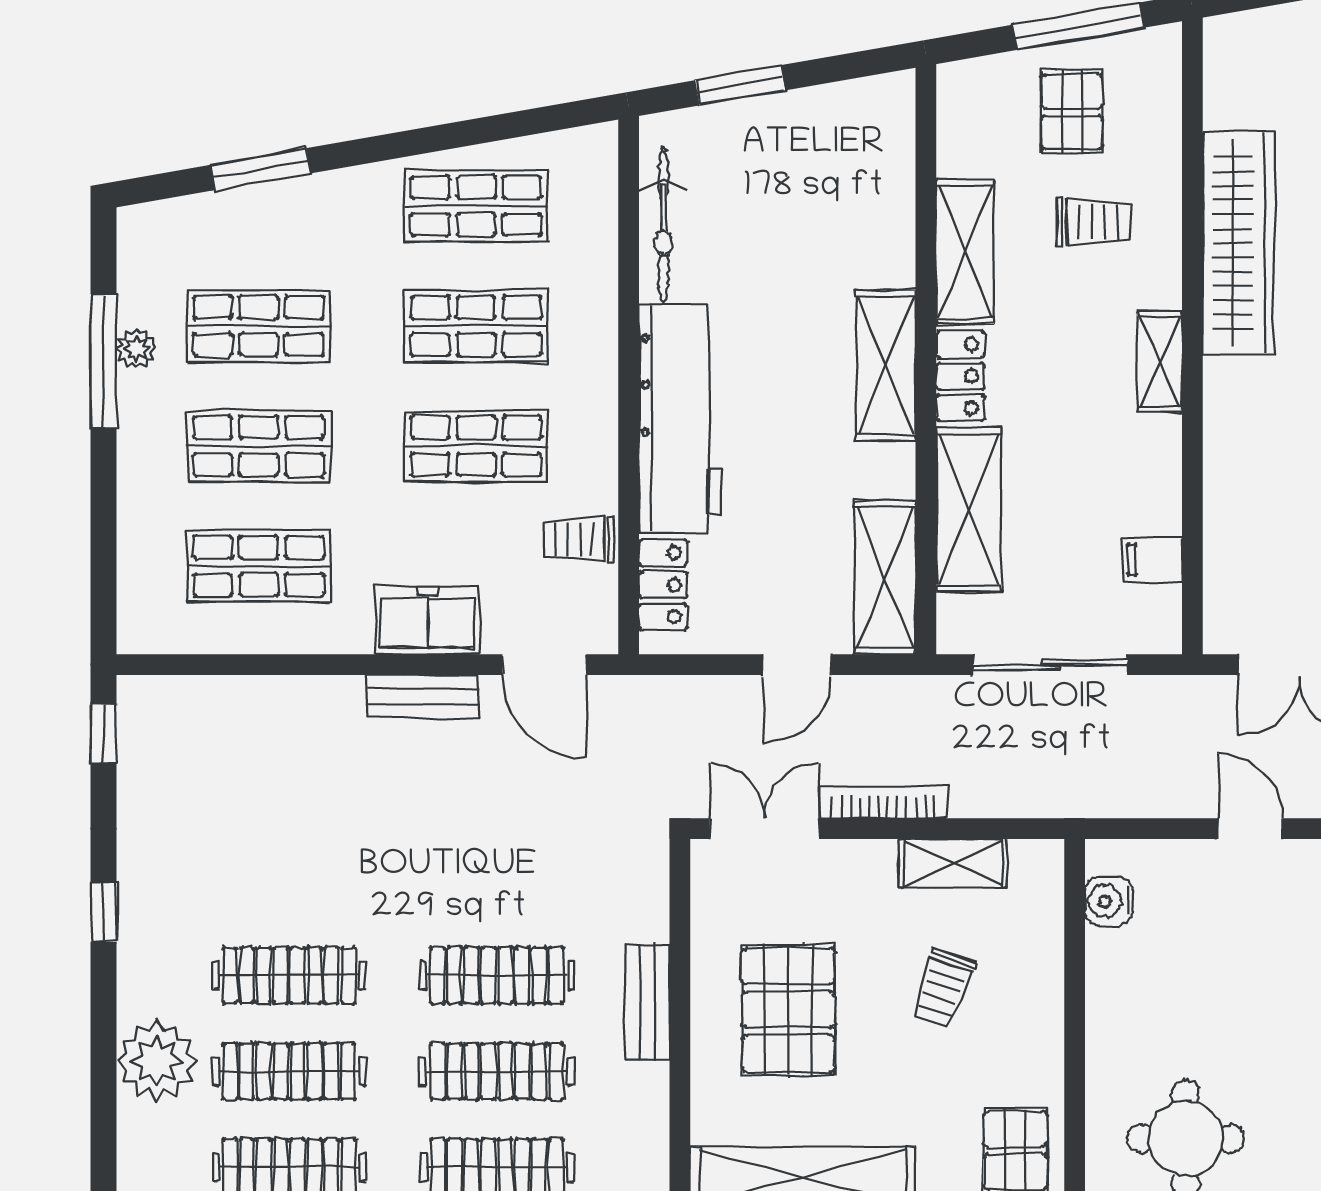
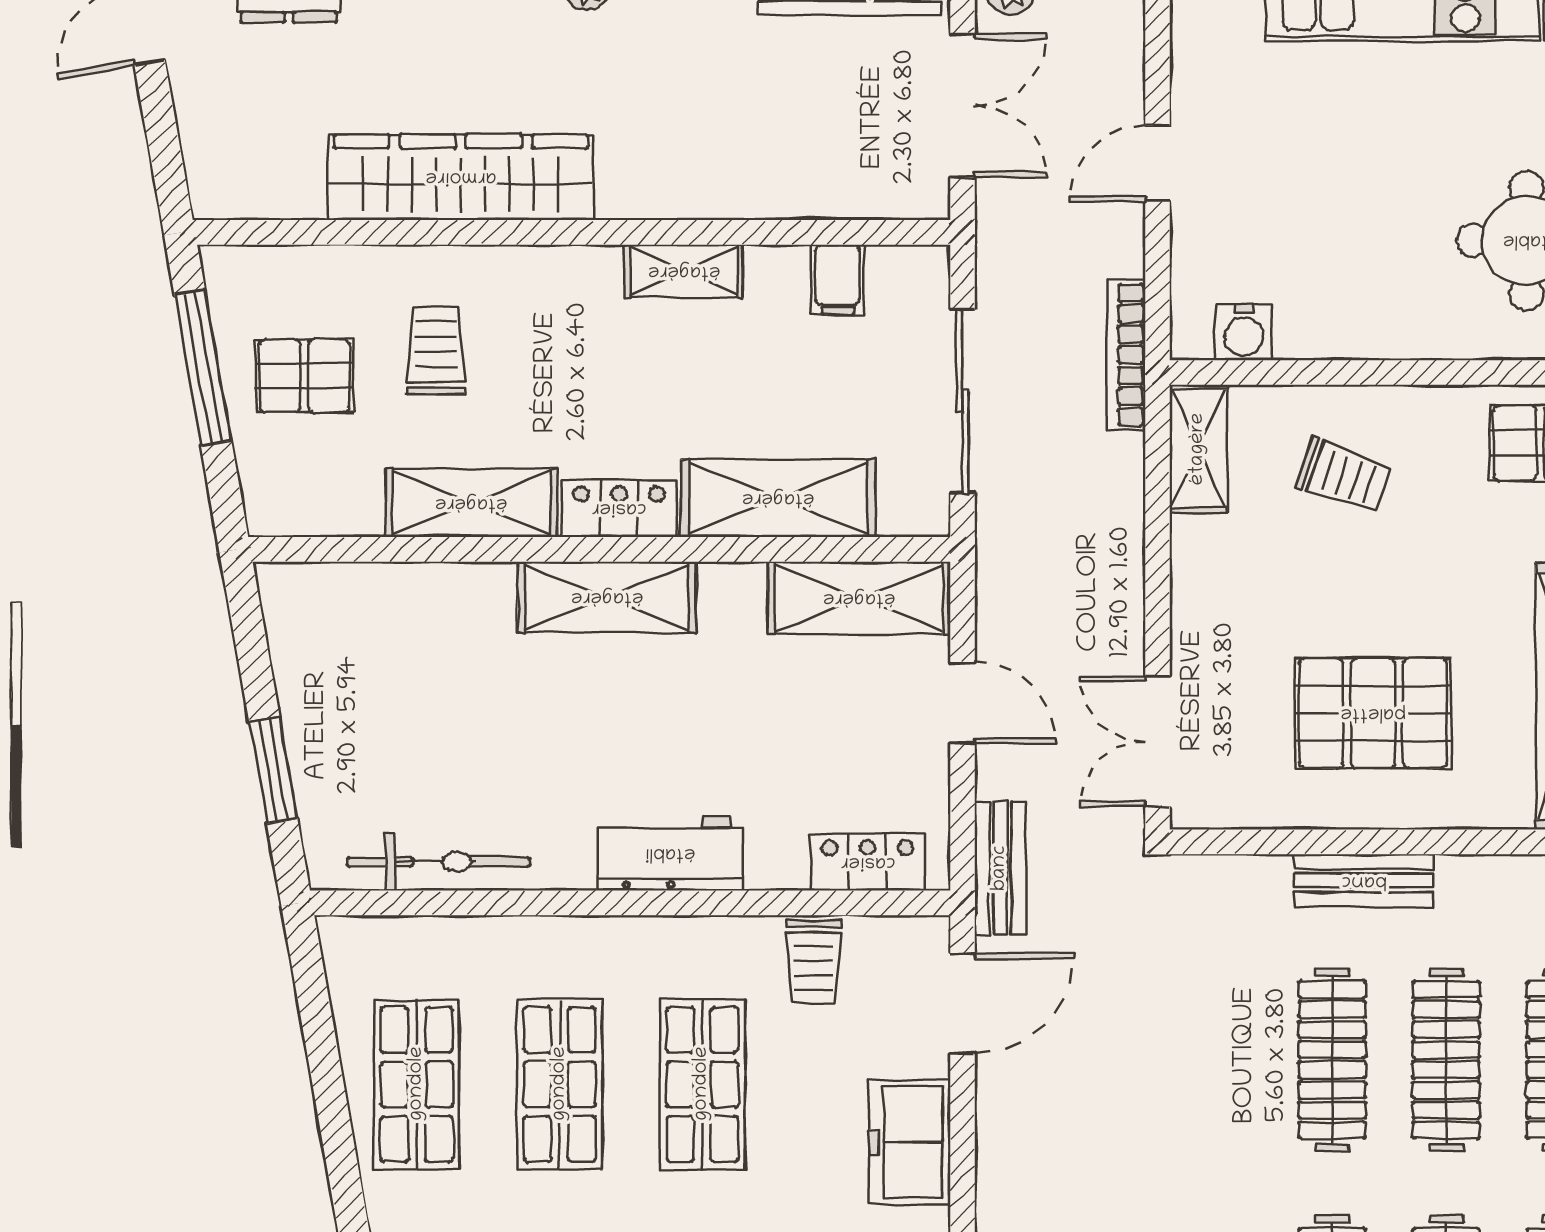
shelving: (1160, 362) -> (684, 271), moved
workbench: (680, 419) -> (670, 853), width x0.53, depth x0.76
bench: (423, 696) -> (1000, 868), moved
bookcase: (883, 802) -> (1126, 355), moved
shelving: (953, 863) -> (1198, 449), moved
trolley: (943, 988) -> (1343, 475), moved

